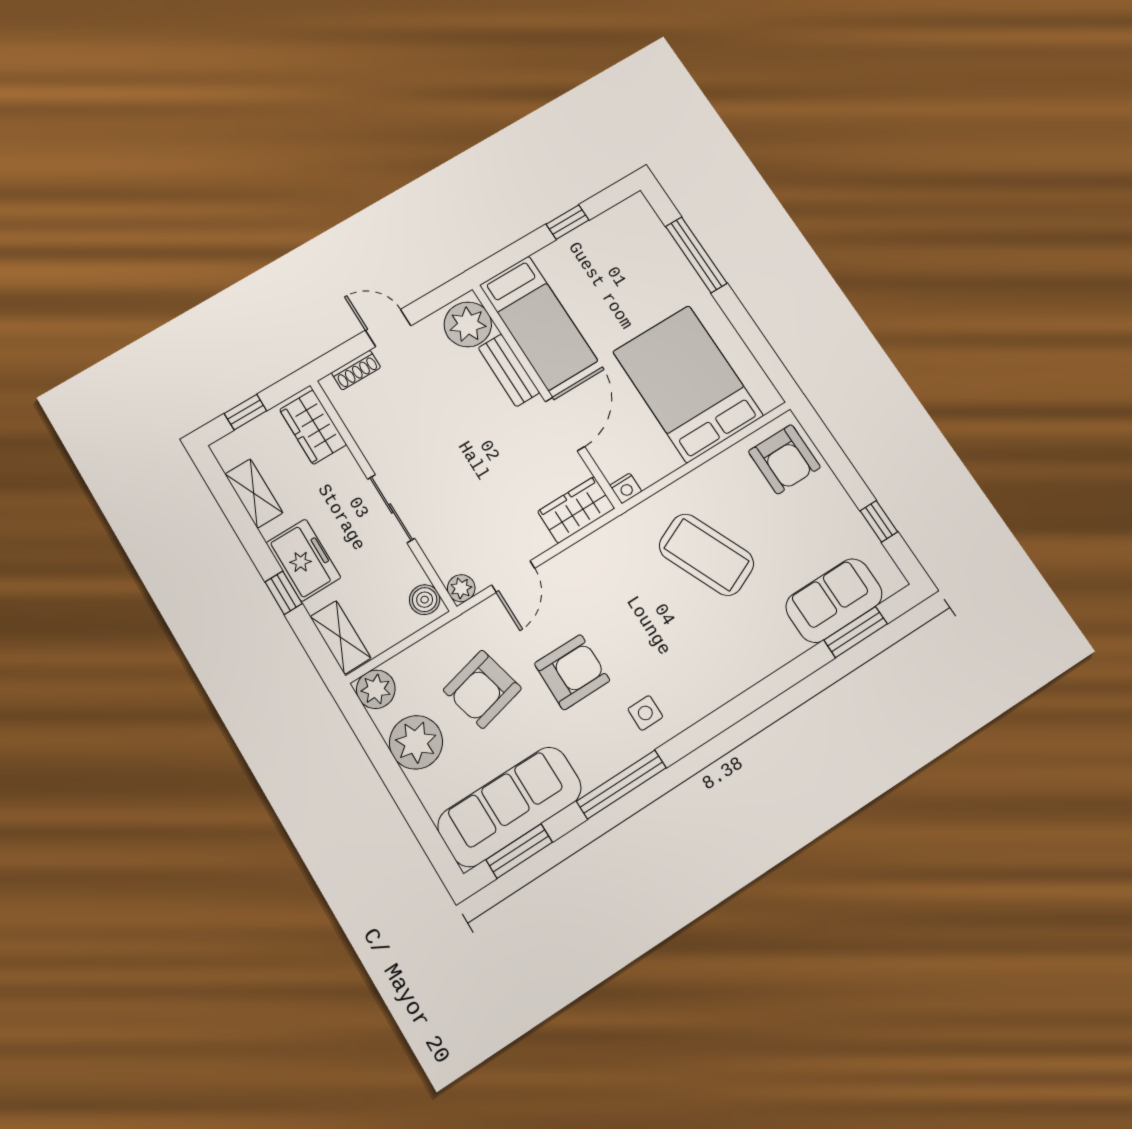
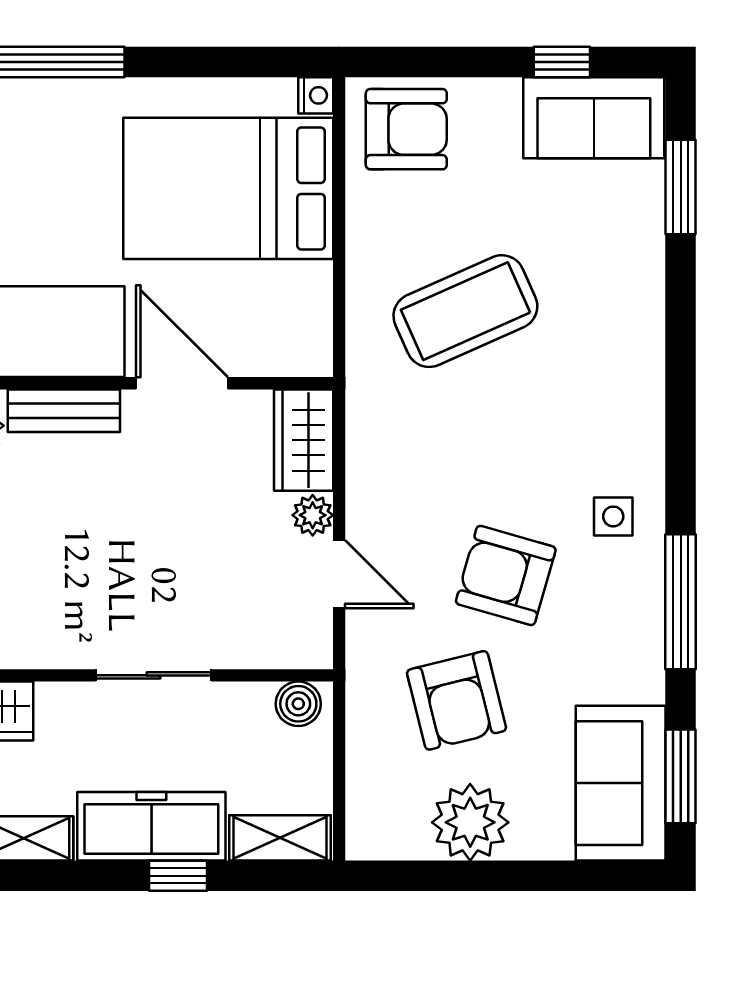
nightstand: (626, 488) -> (316, 95), moved
freezer: (303, 560) -> (151, 826), width x1.40
plant: (461, 588) -> (313, 515), moved
sofa: (834, 600) -> (594, 118), moved, turned -90
armchair: (572, 672) -> (506, 575), turned -74
plant: (376, 689) -> (373, 833), removed
sofa: (510, 807) -> (621, 783), width x0.73

